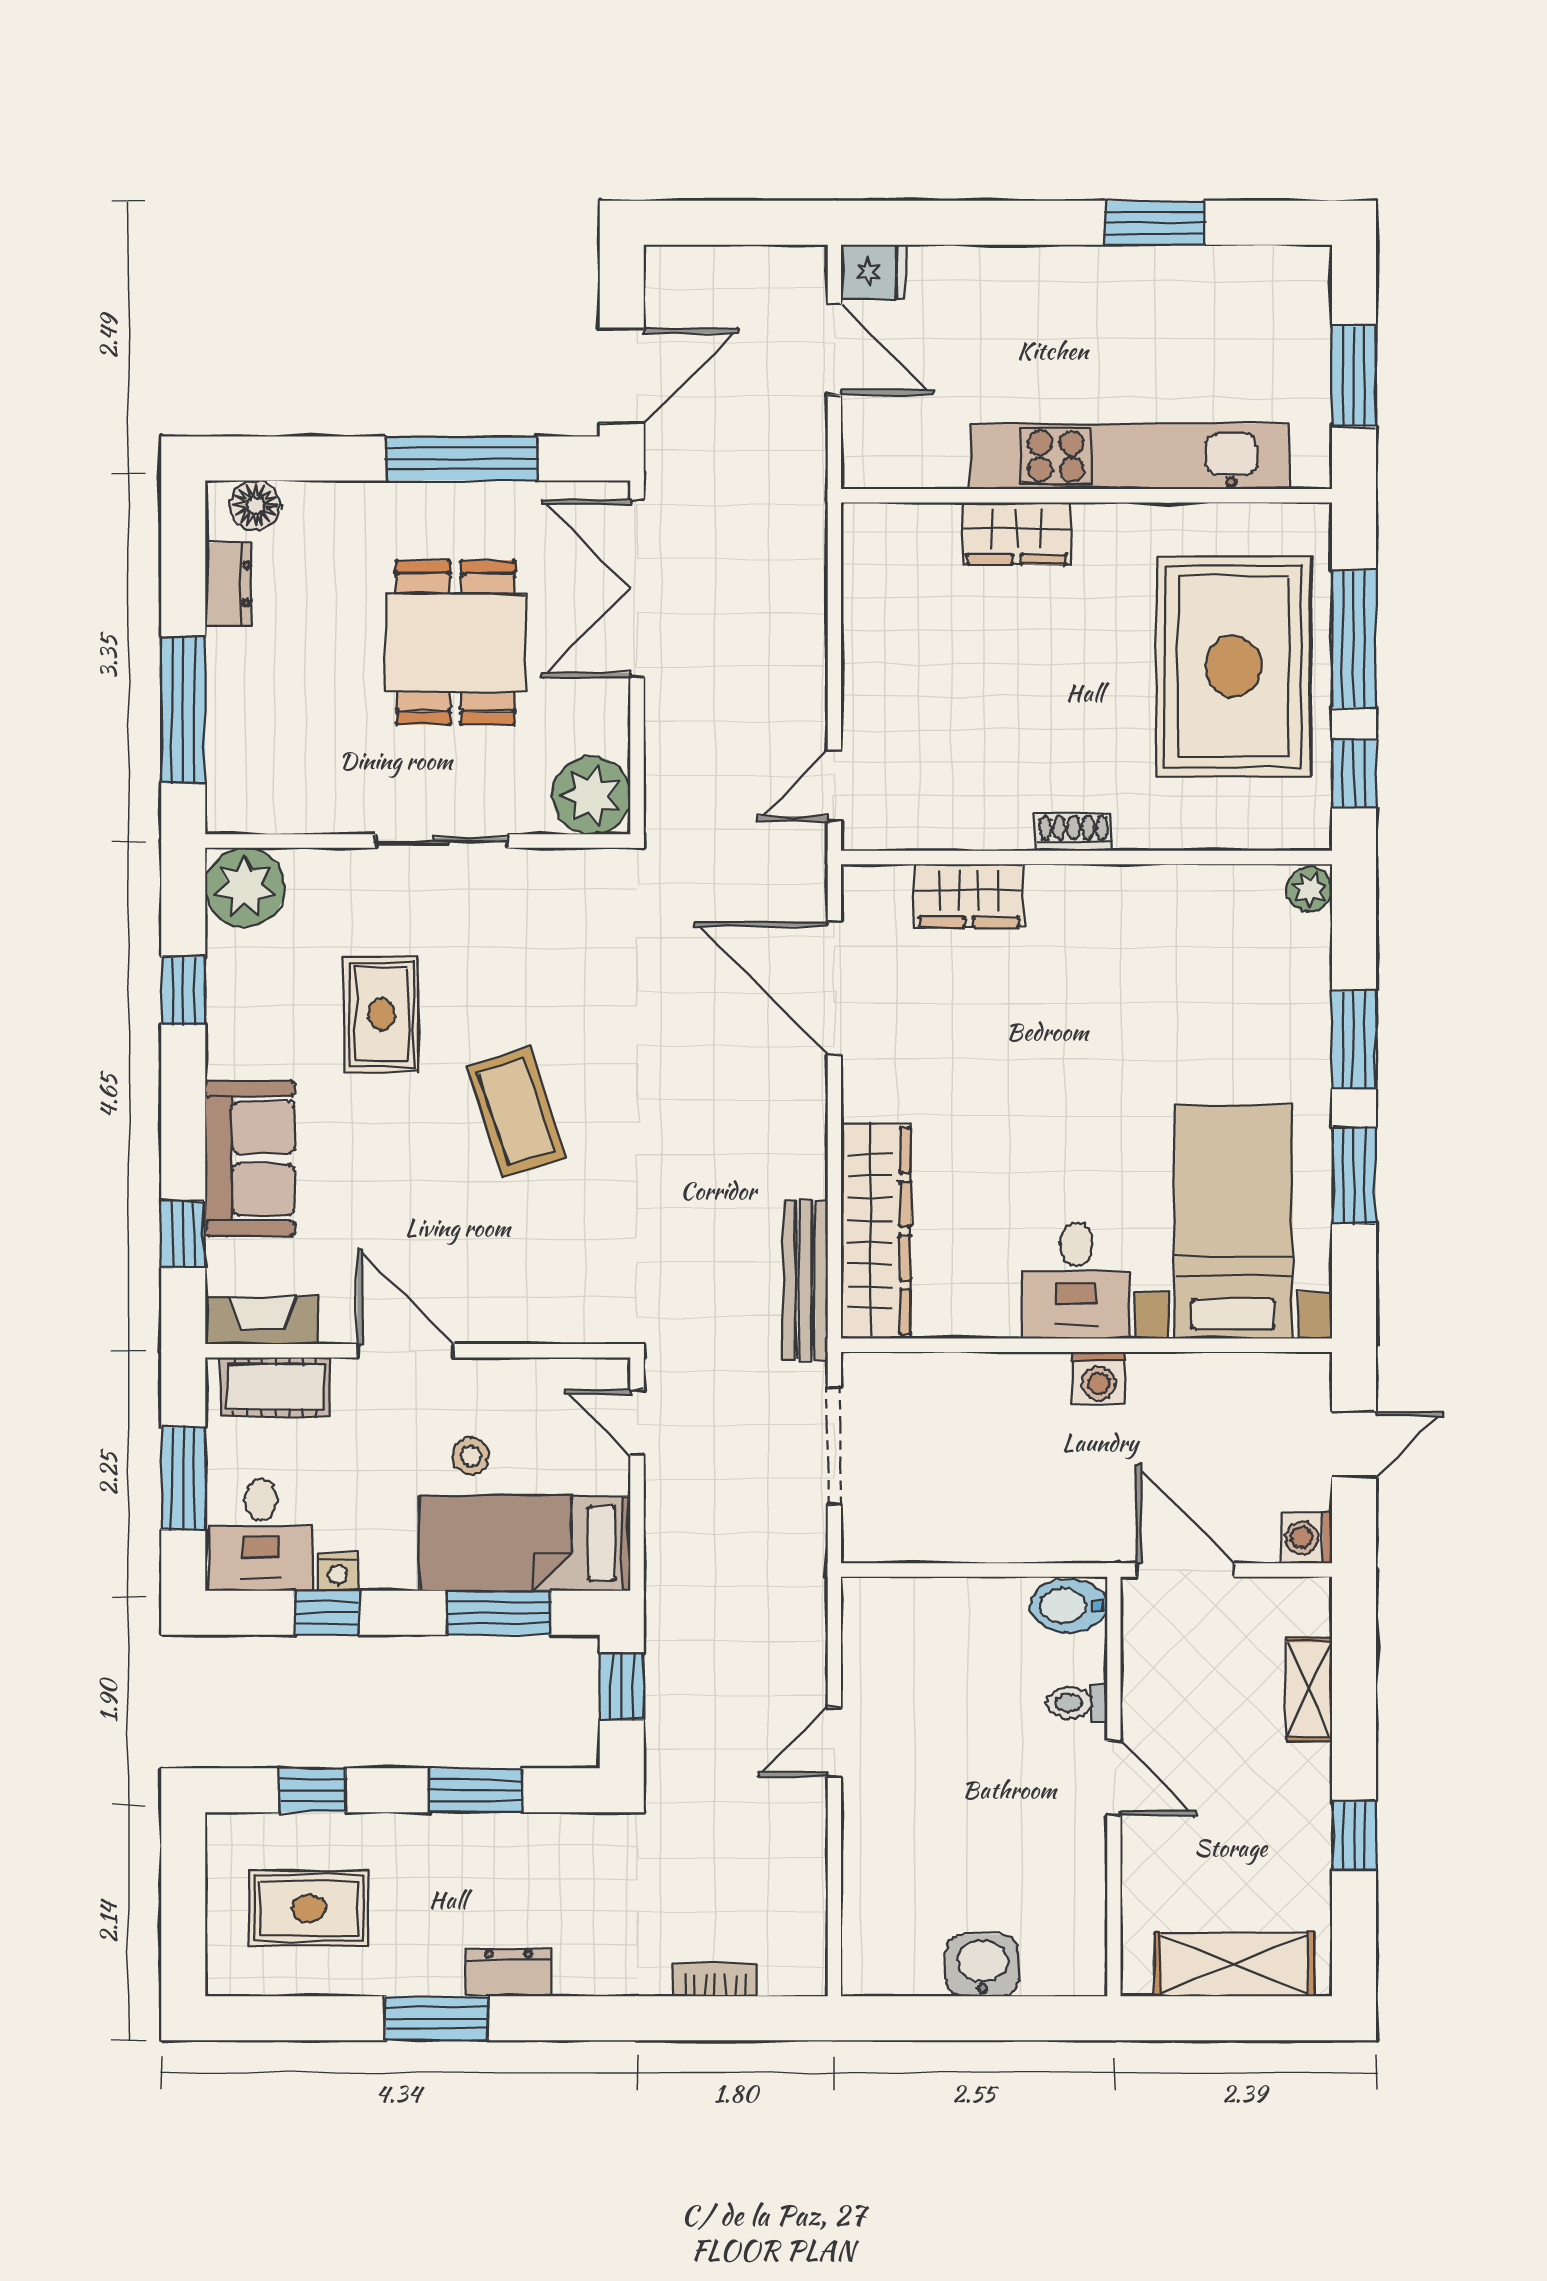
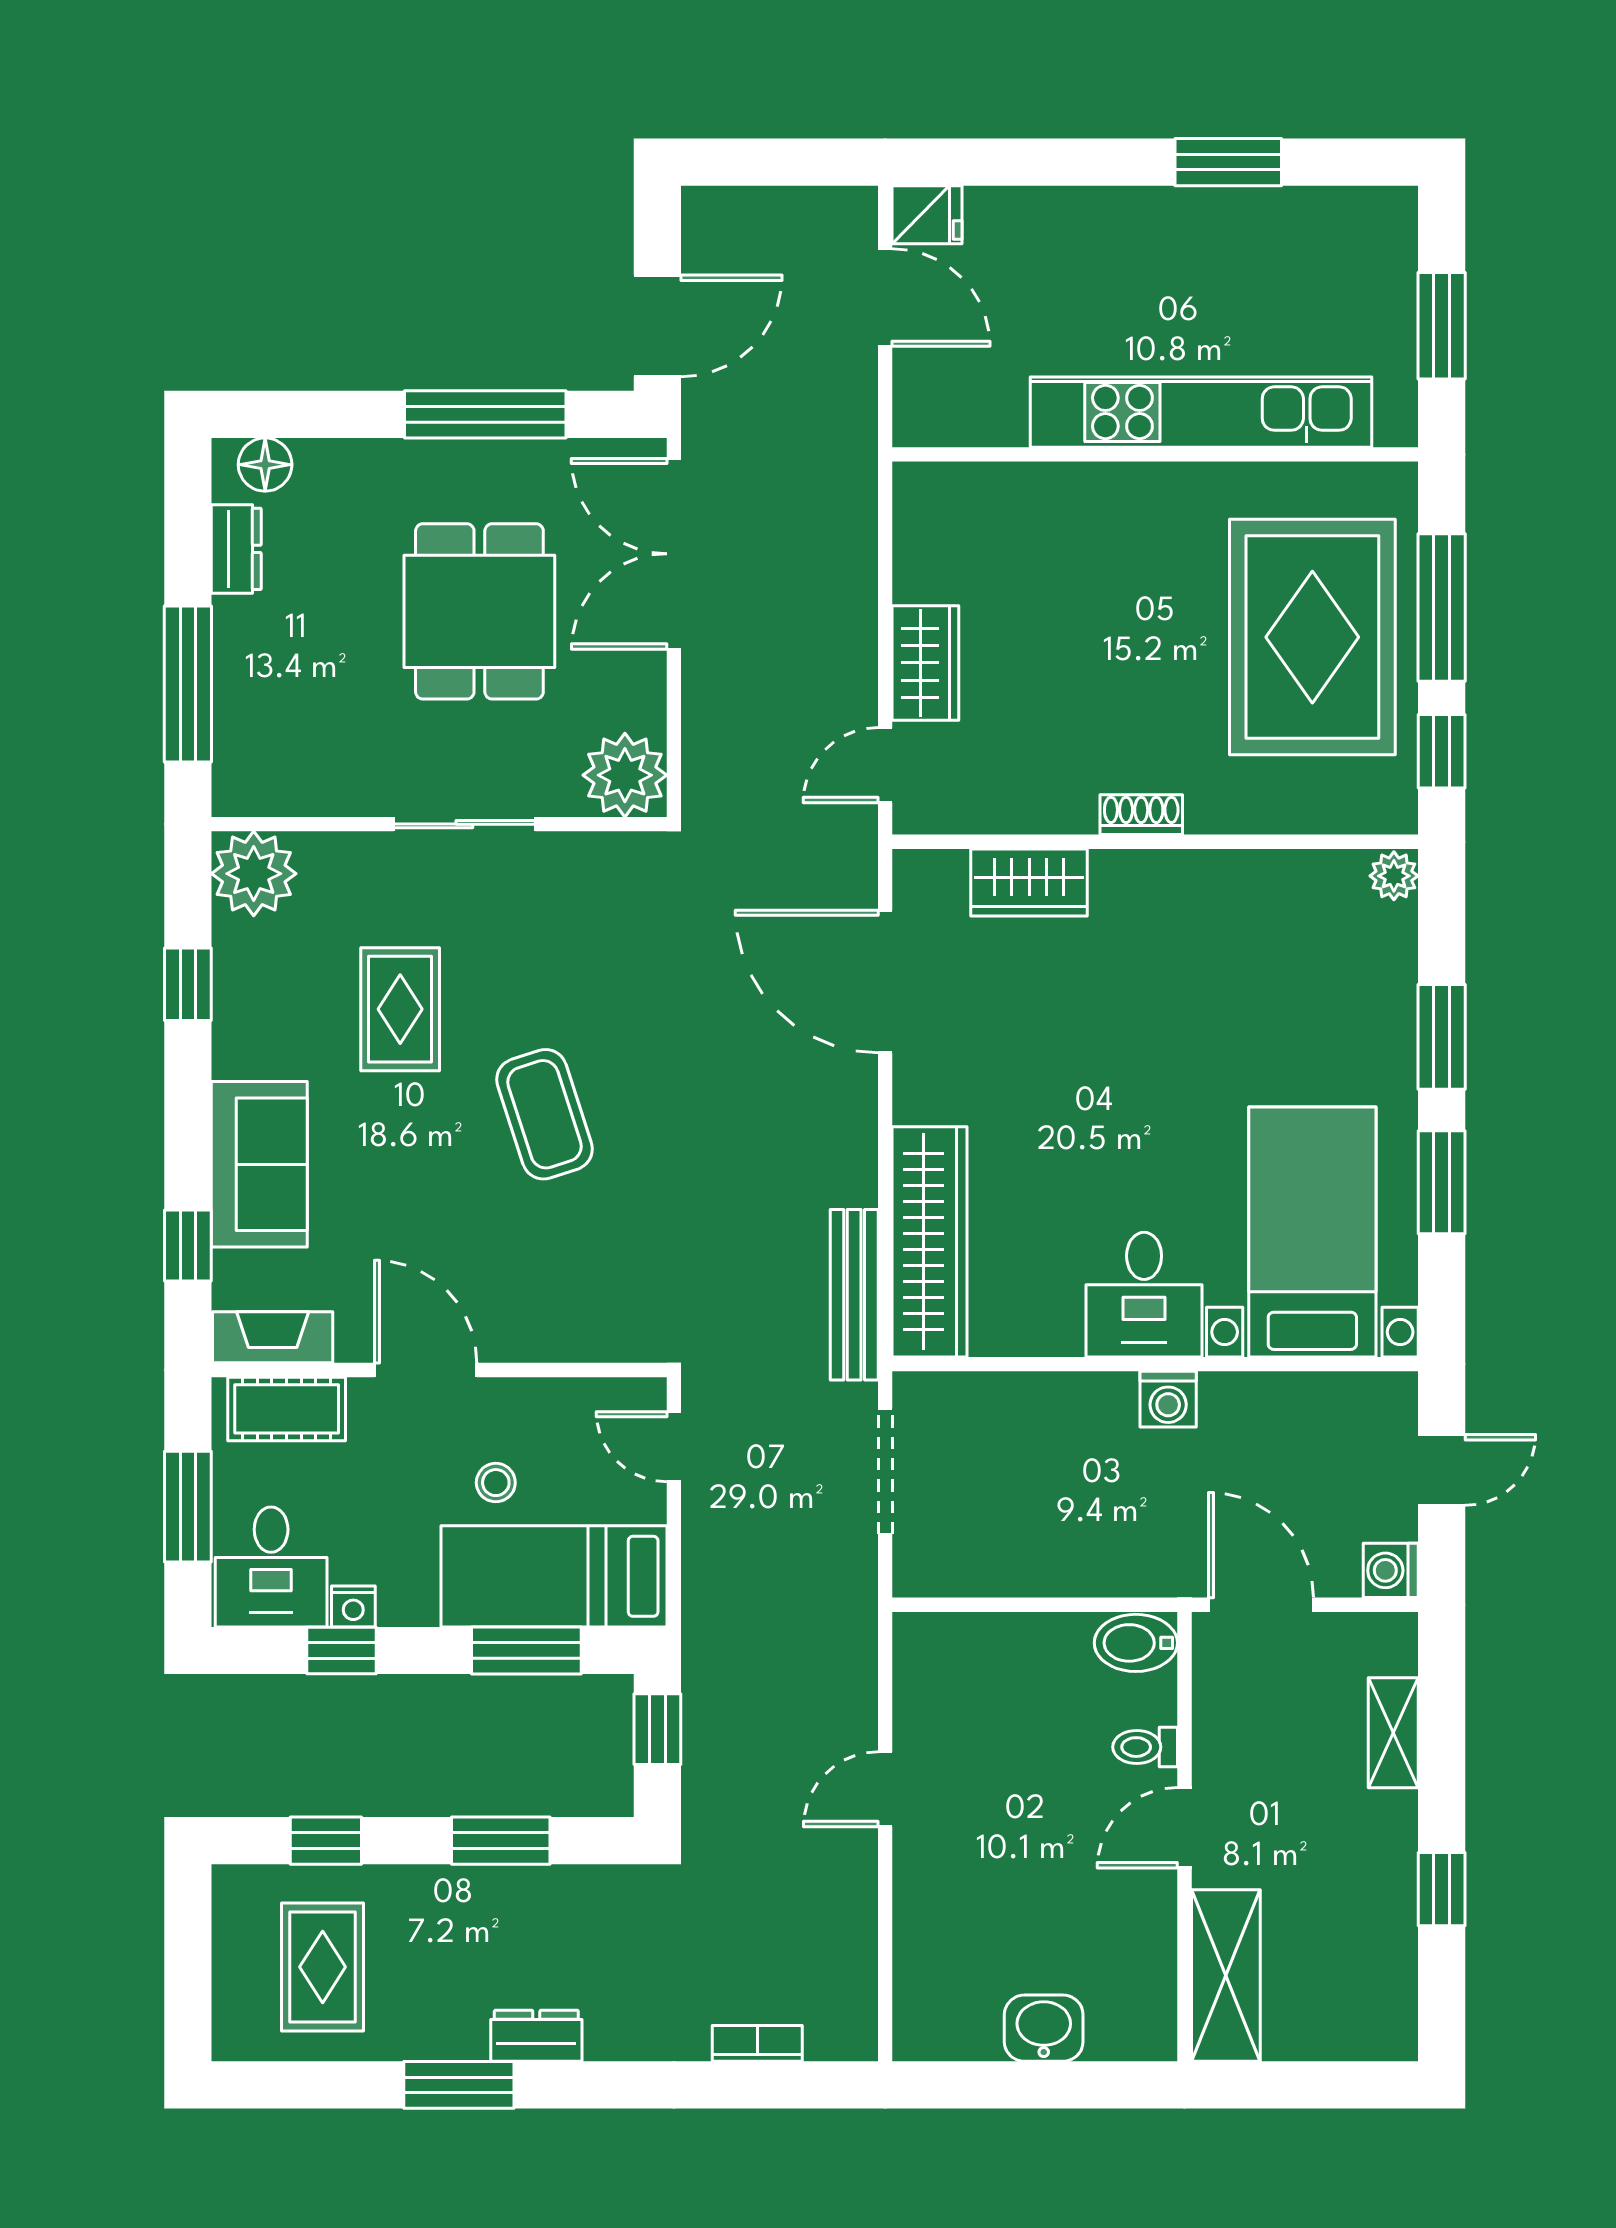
wardrobe: (1017, 533) -> (925, 663), moved, turned -90
door: (1114, 1778) -> (1184, 1828), swing flipped
rug: (309, 1908) -> (323, 1967), turned 90
shelving: (1234, 1964) -> (1226, 1976), moved, turned 90

